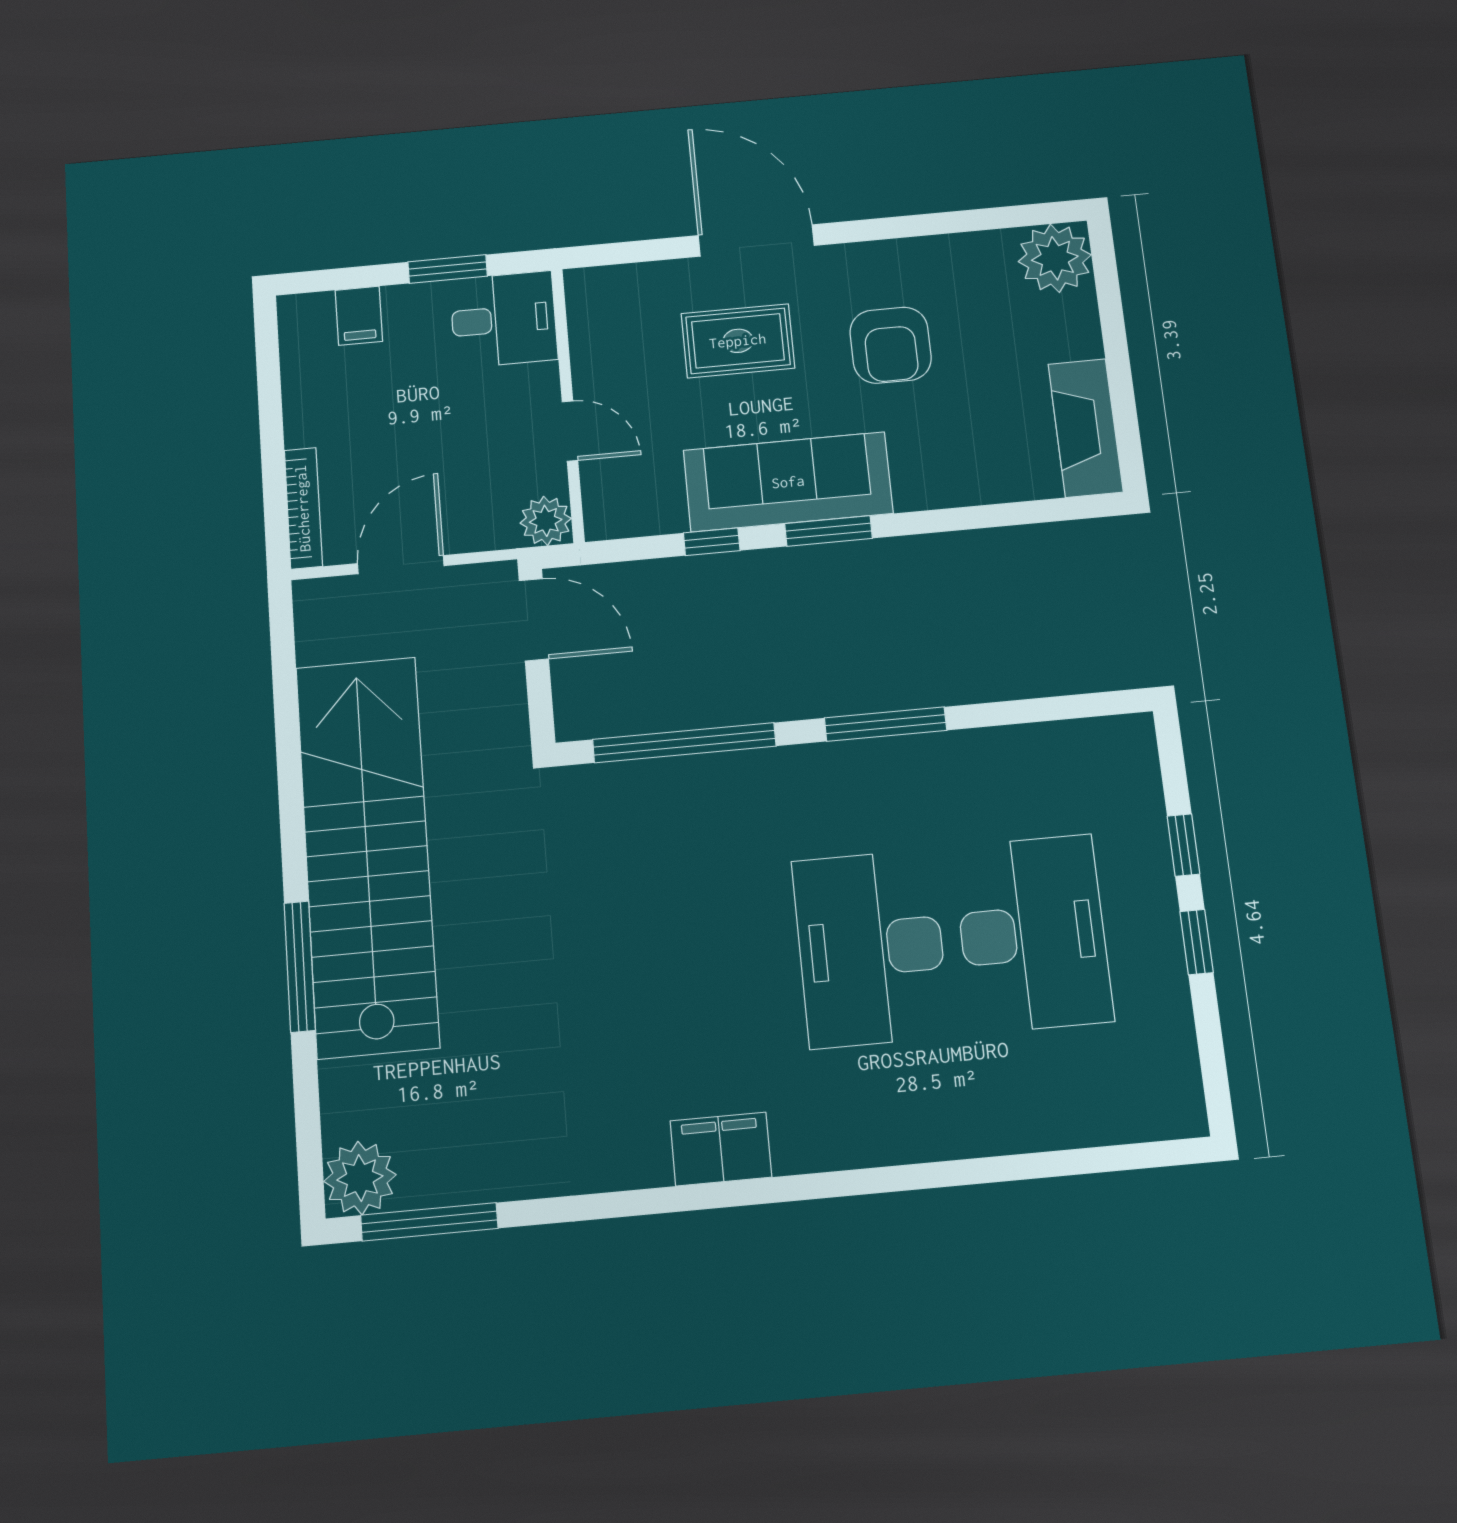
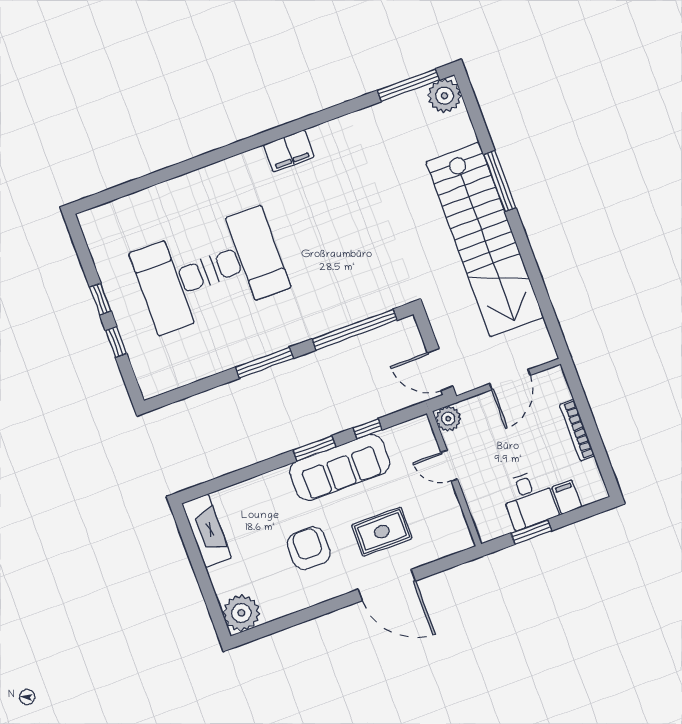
desk: (504, 319) -> (529, 500), moved, turned -90
bookcase: (303, 508) -> (577, 430), moved

